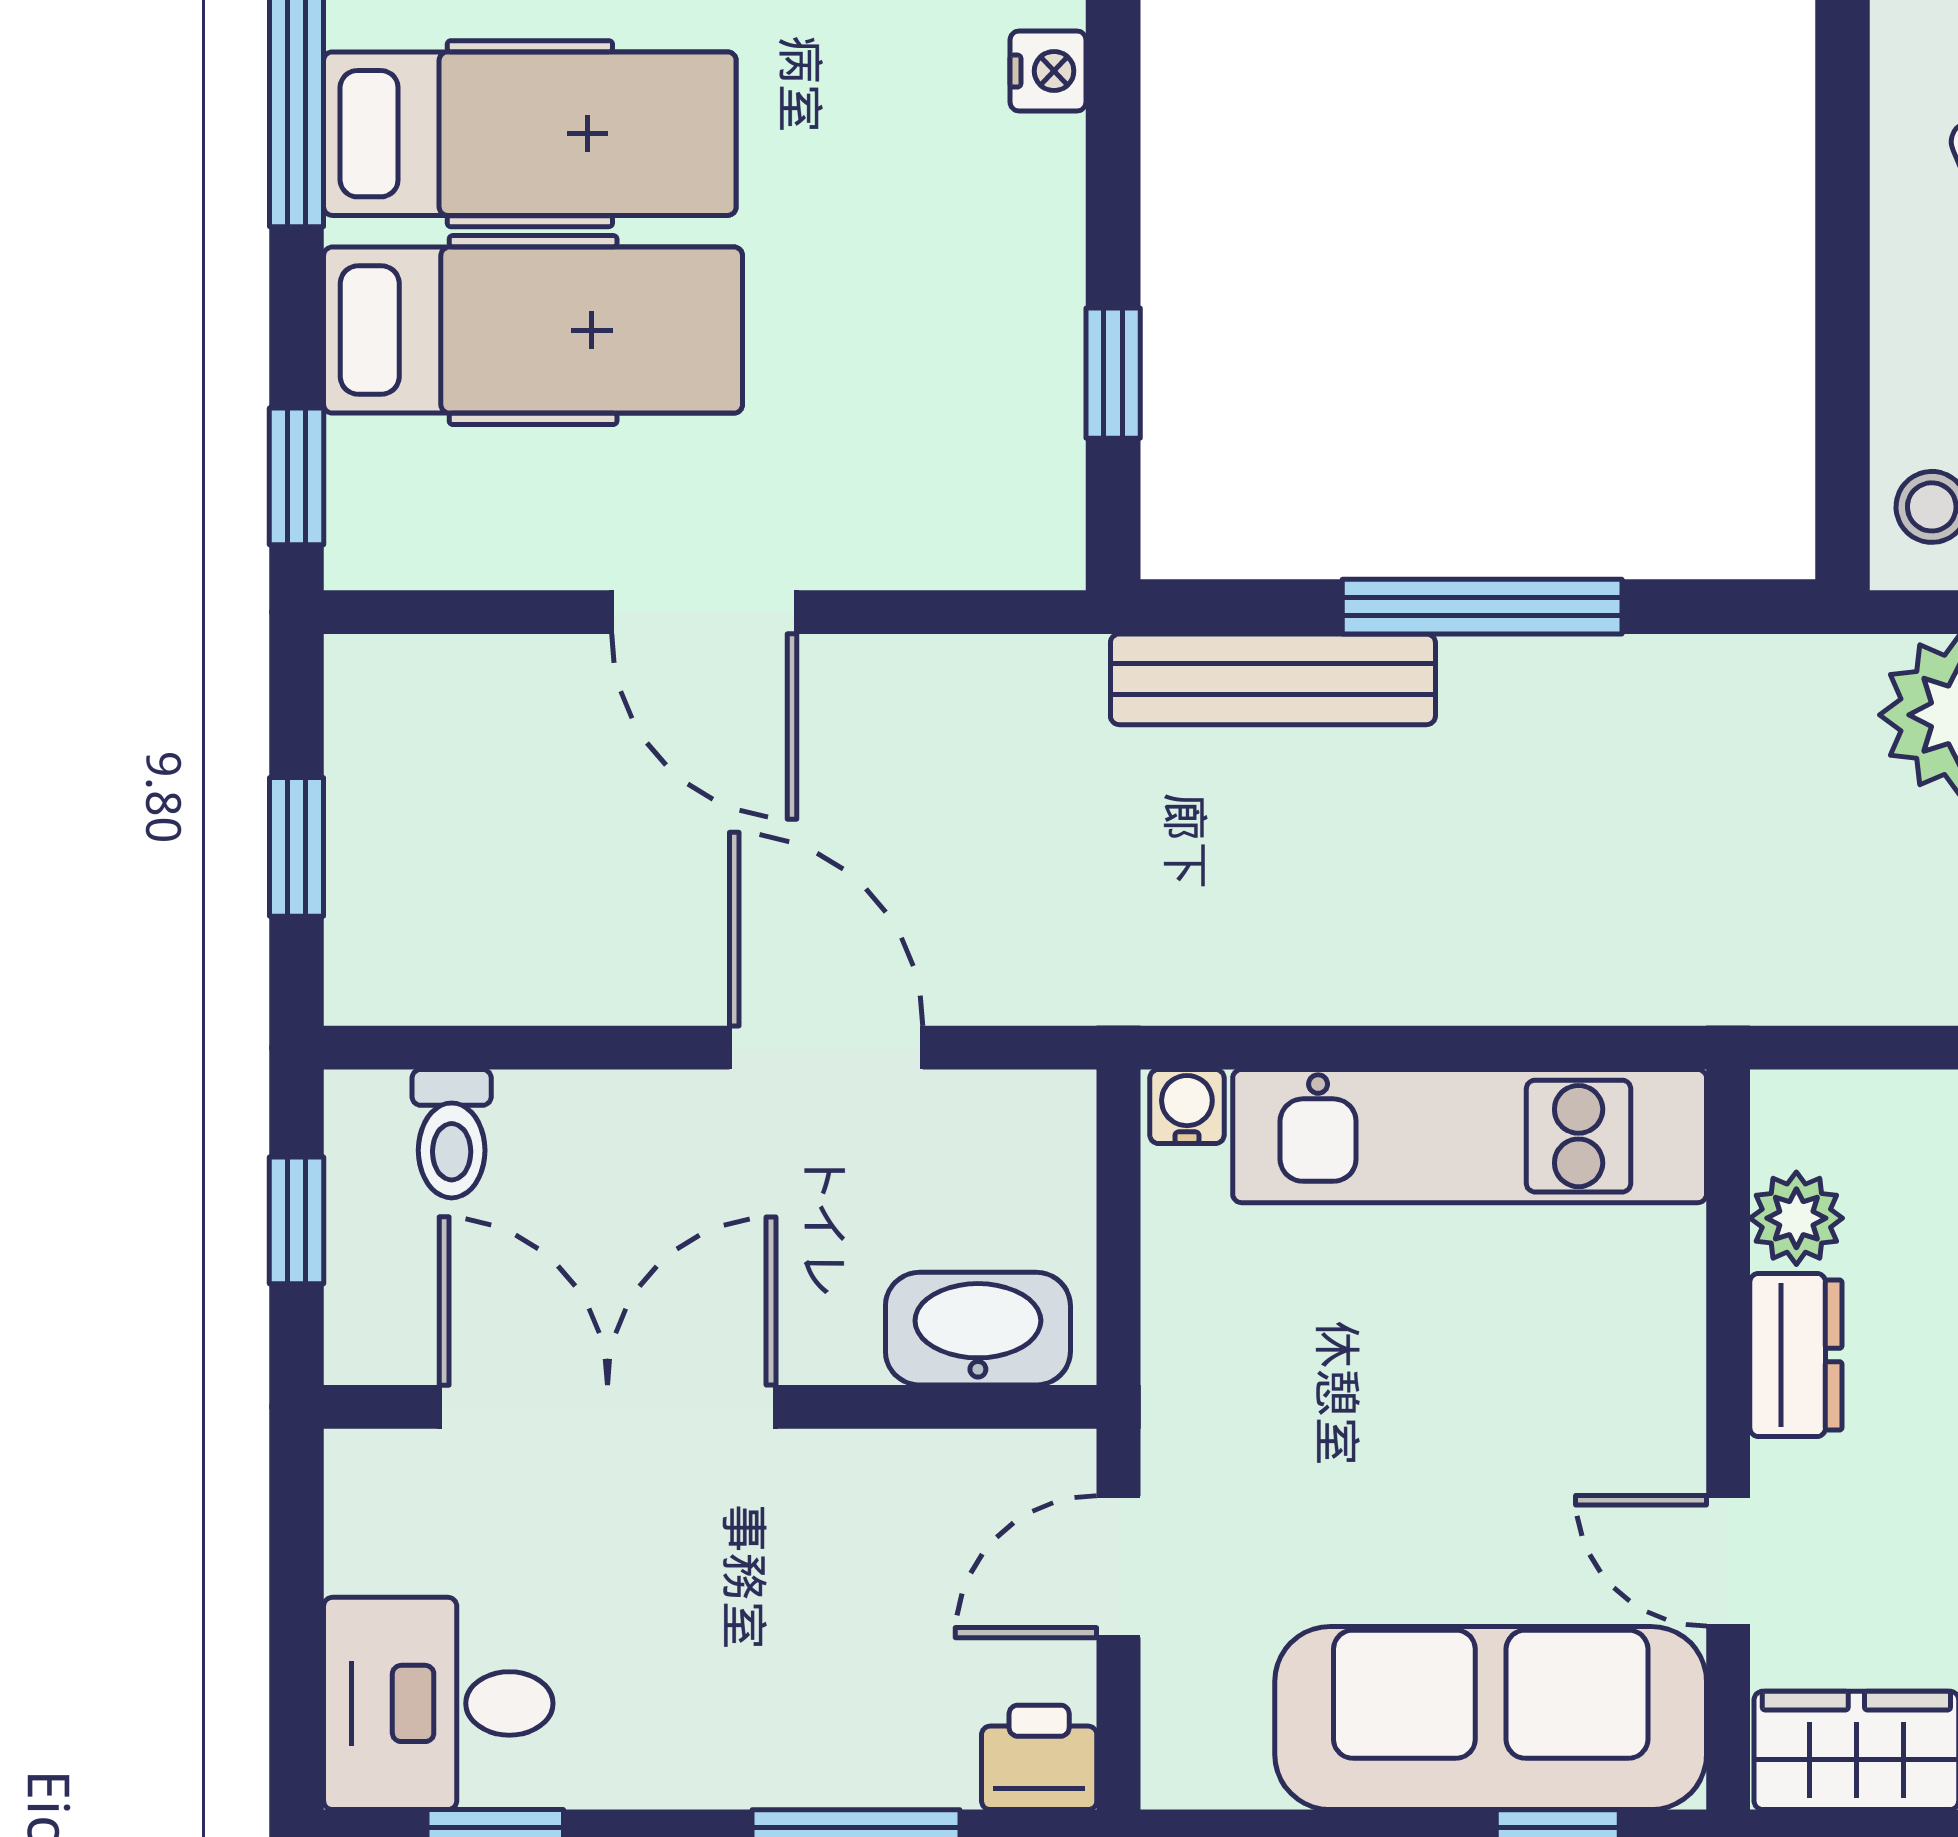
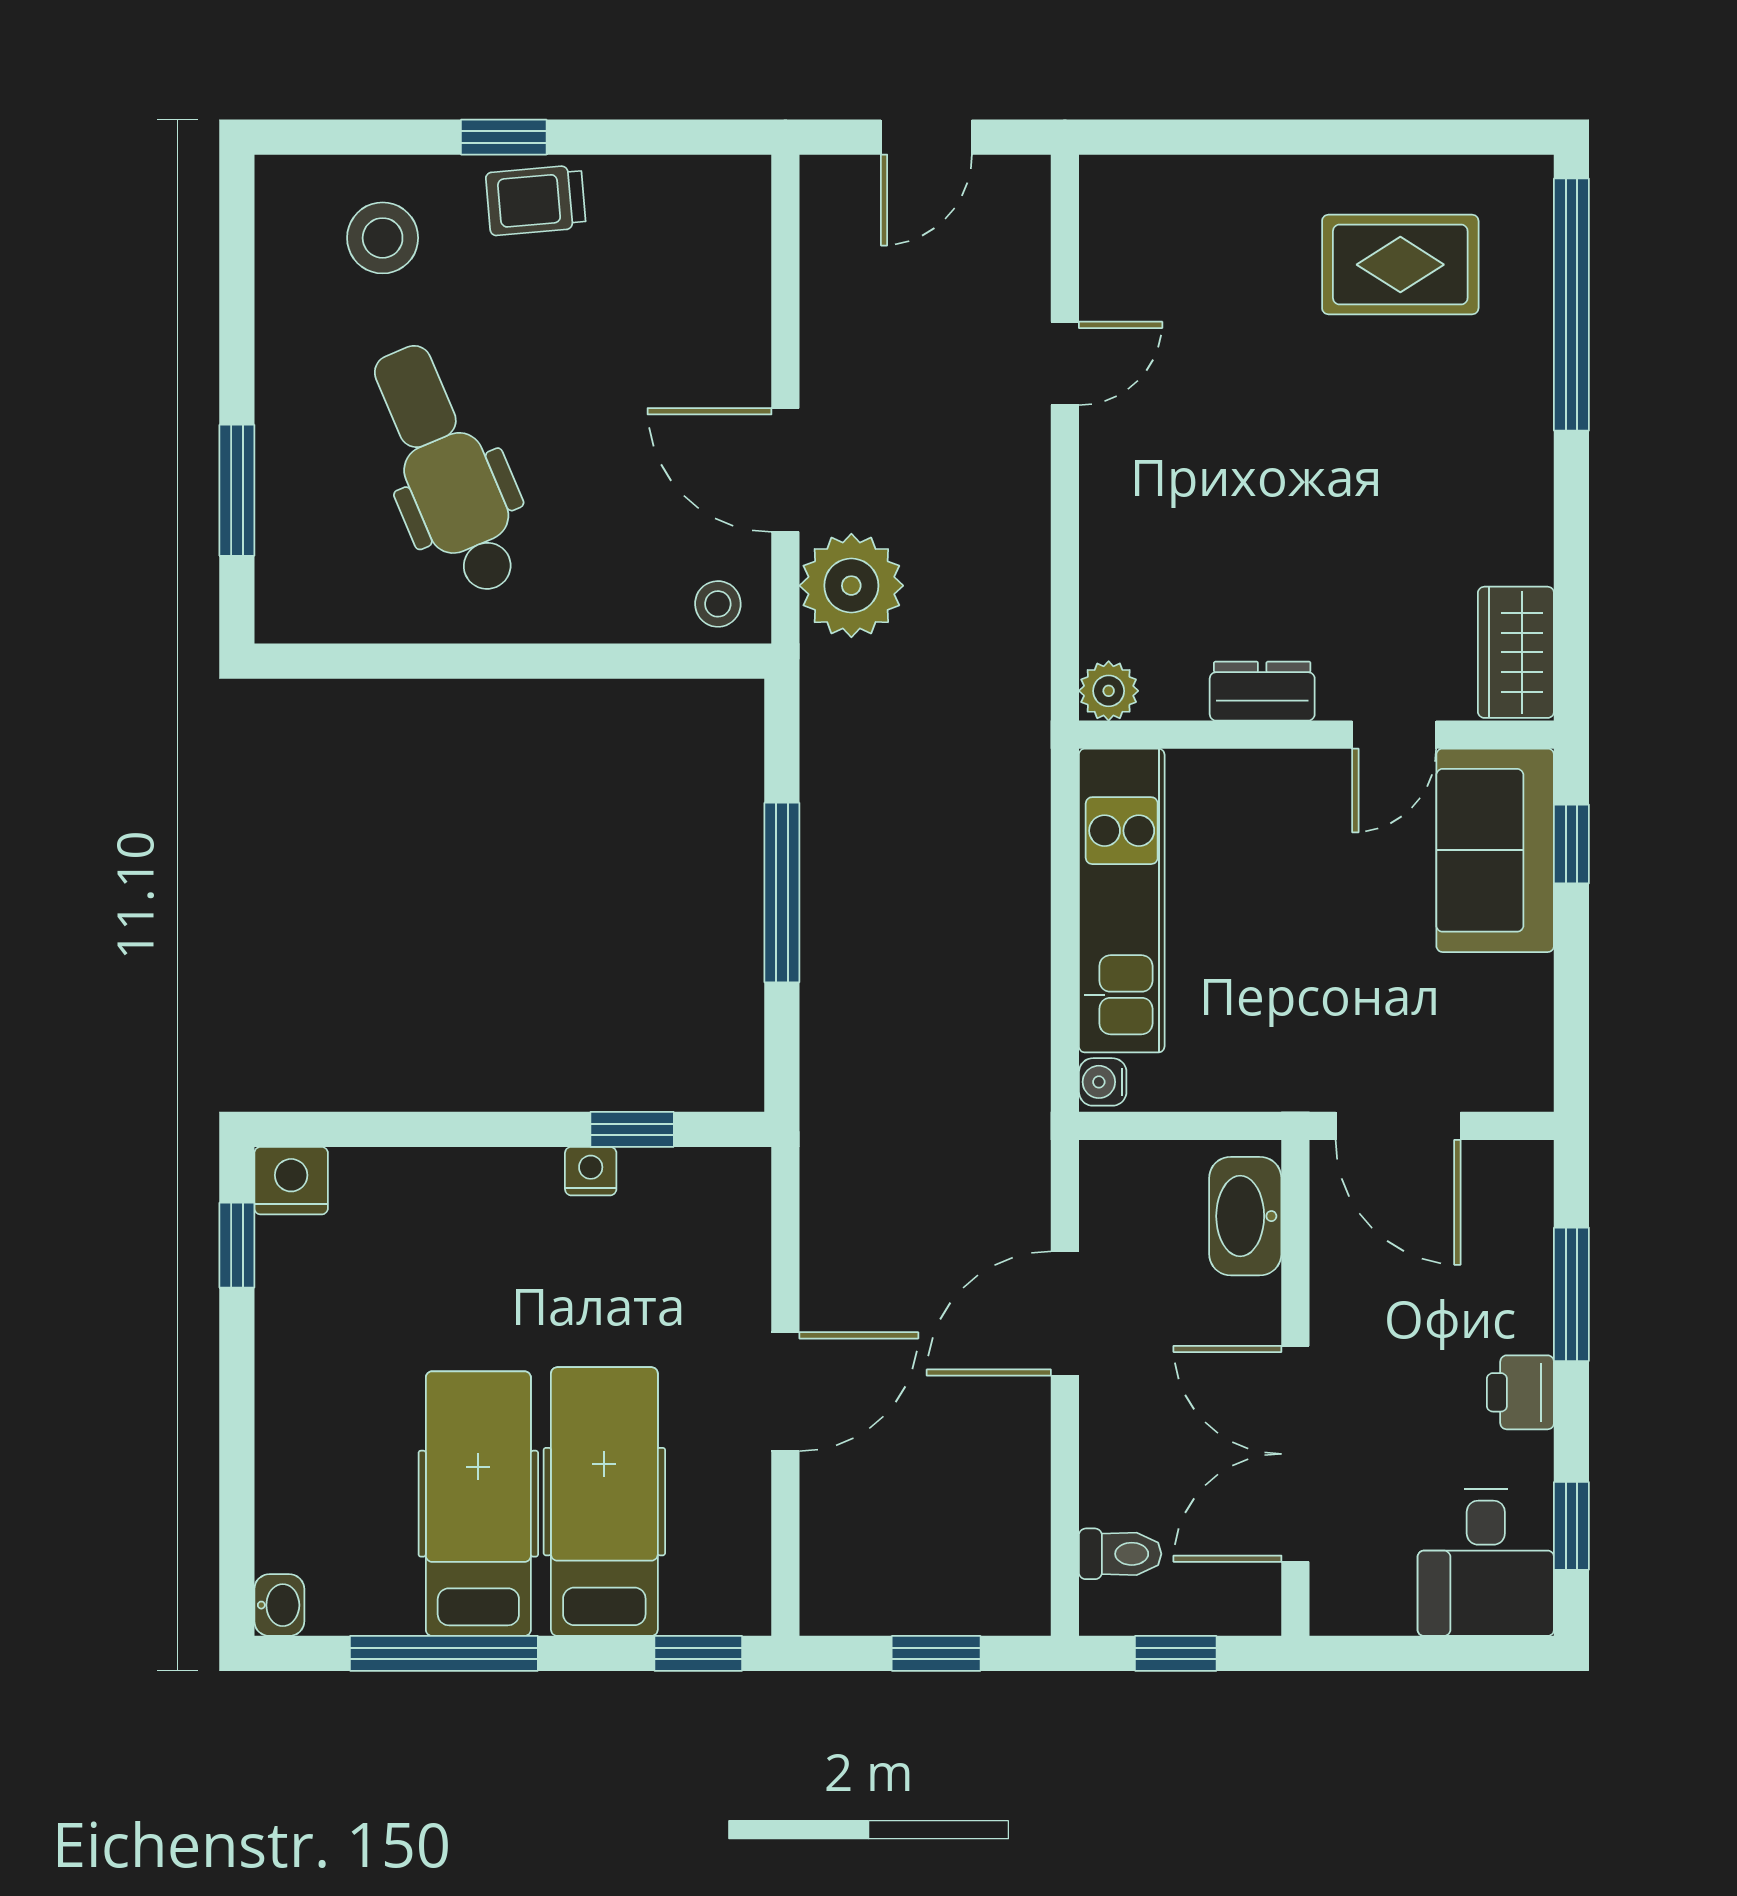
nightstand: (1048, 71) -> (591, 1171), moved
bench: (1273, 679) -> (829, 1027), removed
plant: (1796, 1218) -> (1109, 691), moved
door: (1119, 1567) -> (1398, 1126), width x1.38
sofa: (1491, 1718) -> (1495, 850), width x0.73
printer: (1039, 1757) -> (1520, 1392), moved

